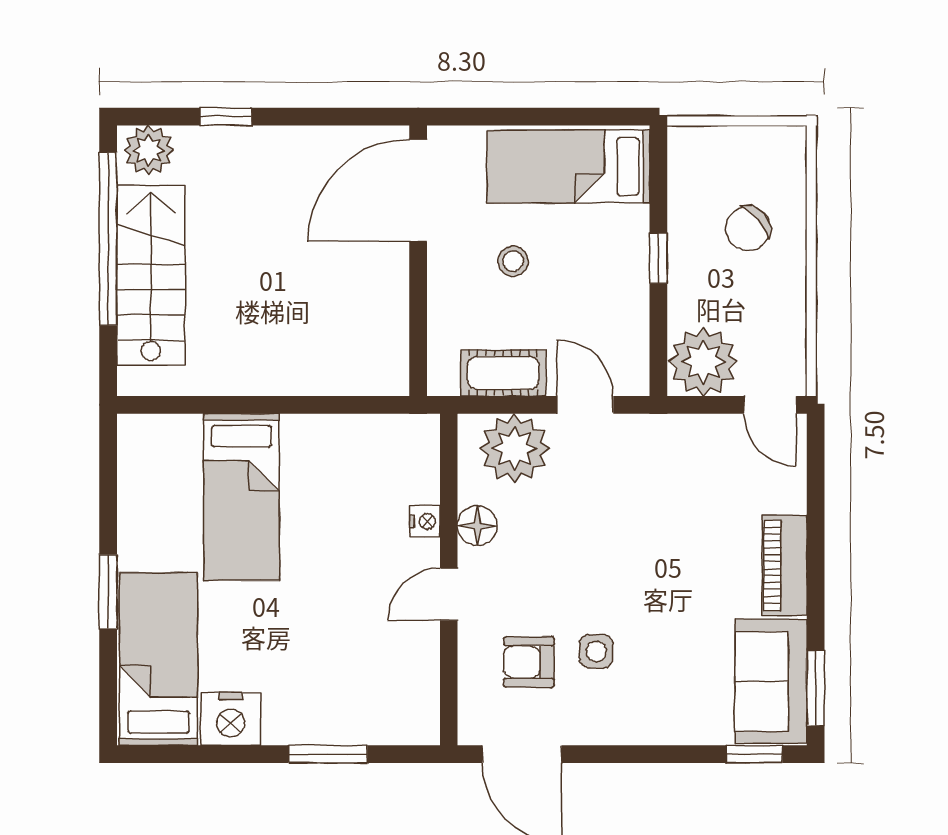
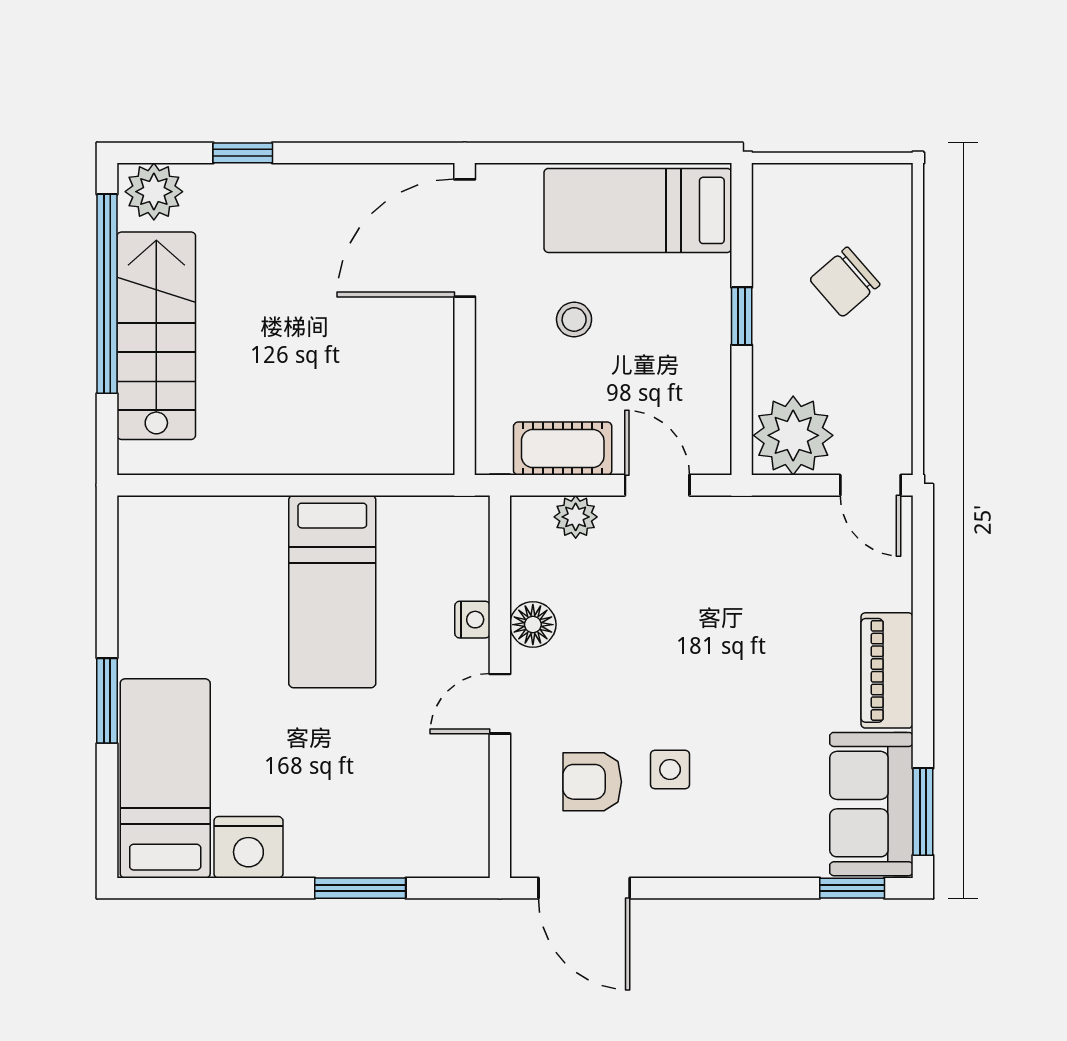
plant: (514, 448) -> (576, 517), width x0.53, depth x0.53
bed: (241, 497) -> (332, 592), moved

